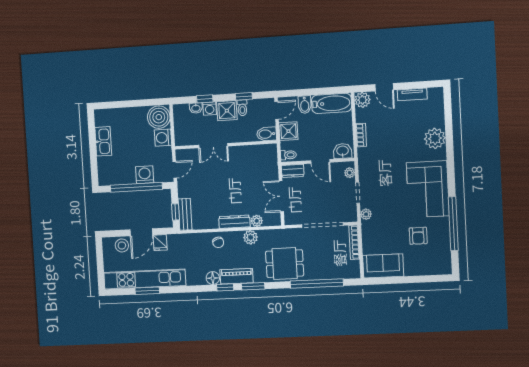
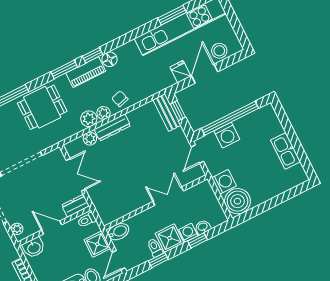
plant: (237, 237) -> (103, 113), added

